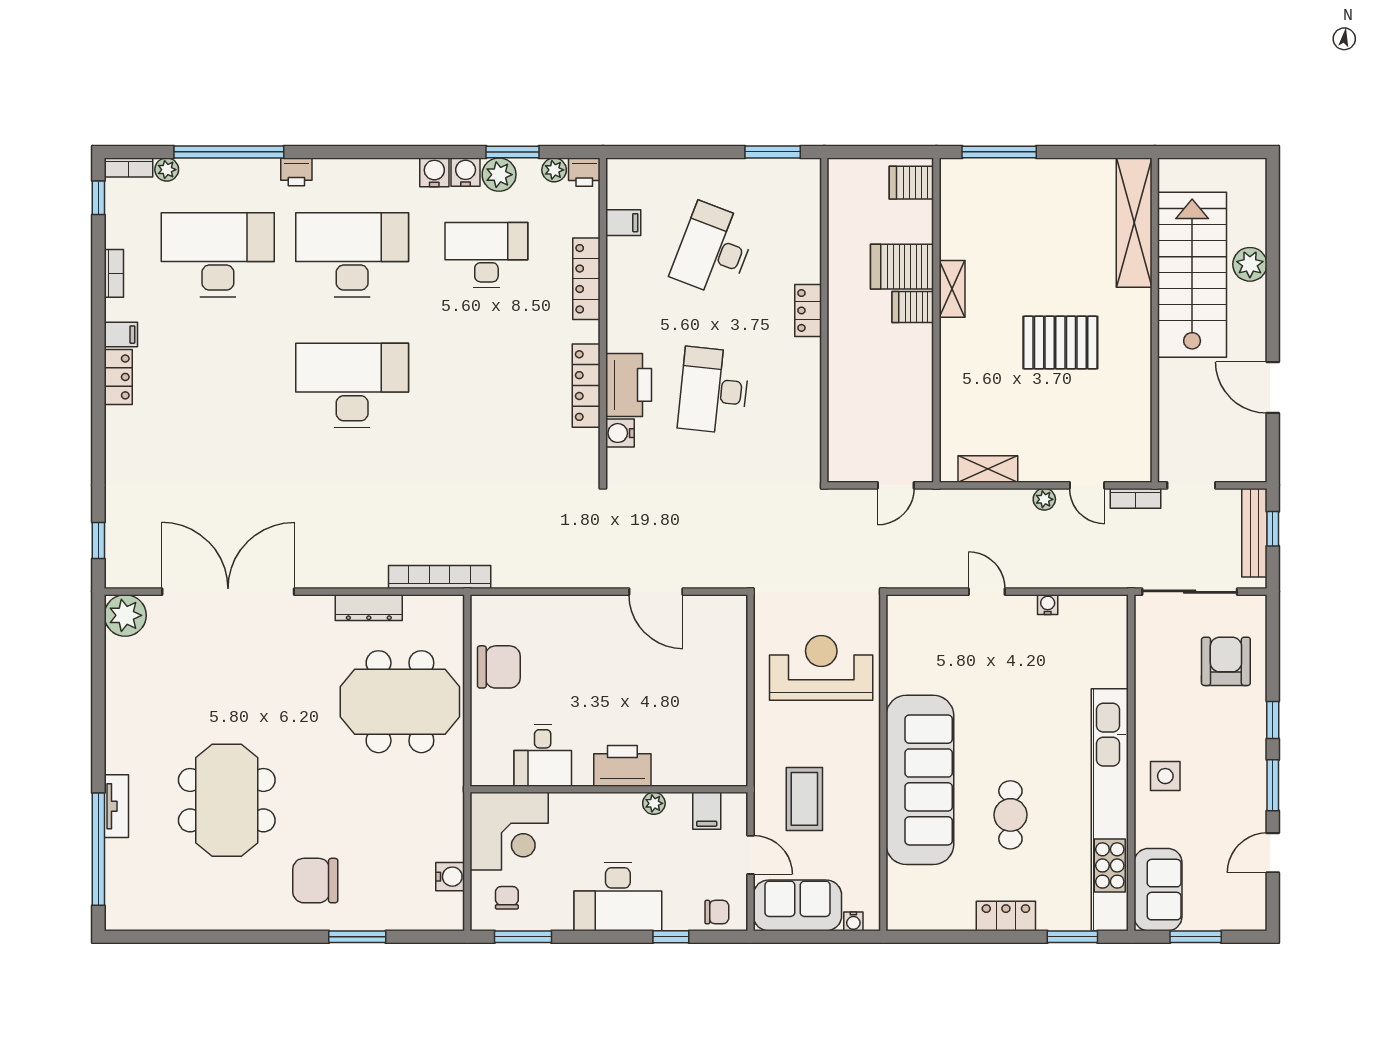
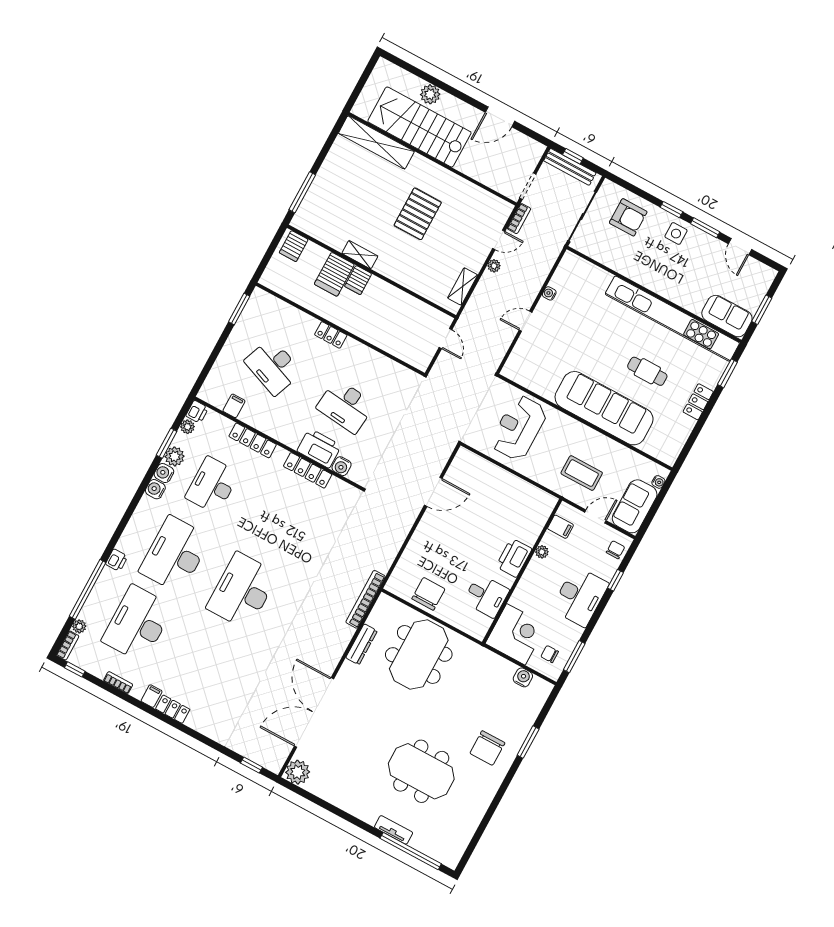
armchair: (1226, 661) -> (628, 217), turned 180
side table: (1165, 776) -> (676, 234), moved

